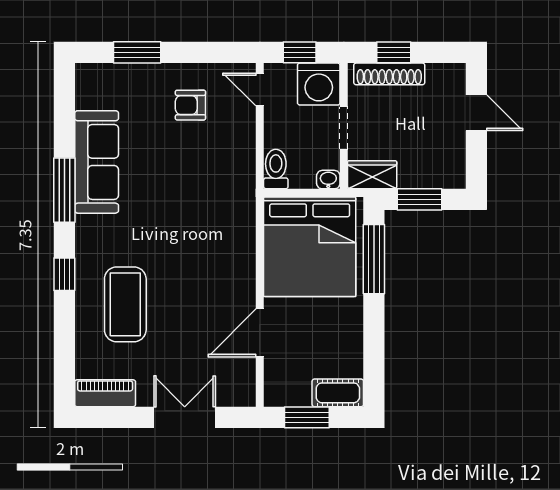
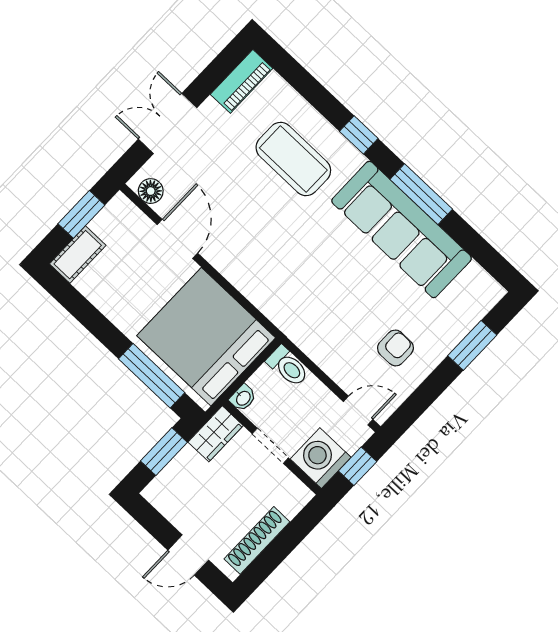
window: (394, 52) -> (291, 536), removed
shoe rack: (389, 74) -> (257, 540), moved
sofa: (97, 162) -> (402, 230), width x1.36, depth x1.27
floor lamp: (244, 384) -> (151, 191), added
double door: (185, 417) -> (168, 123), swing flipped

